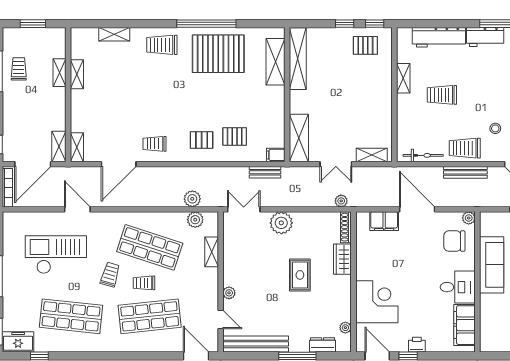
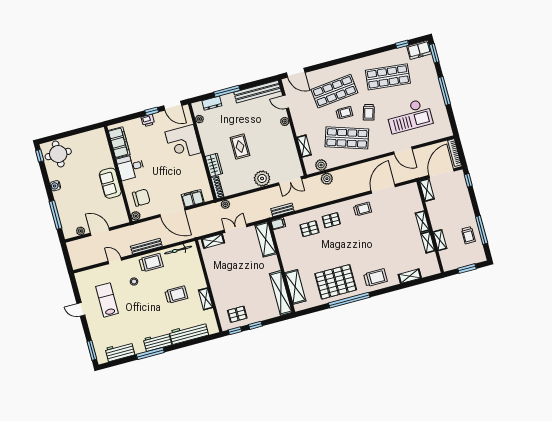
shelving: (77, 147) -> (422, 222), moved
sofa: (492, 265) -> (110, 183), width x0.73

